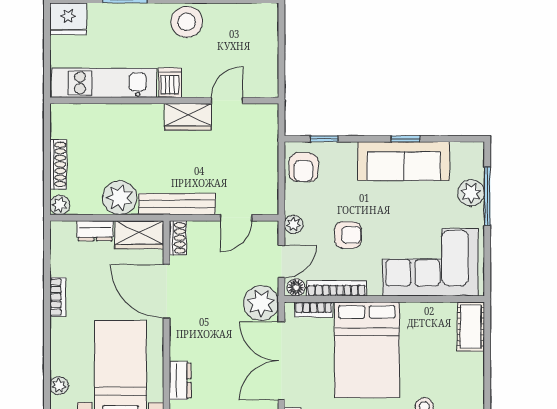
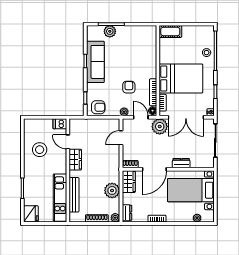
stool: (187, 22) -> (40, 150), moved
dishwasher: (170, 83) -> (60, 124), moved
bench: (177, 204) -> (74, 195), moved
door: (236, 218) -> (121, 138), swing flipped
dresser: (95, 231) -> (127, 213), moved
corner sofa: (430, 262) -> (141, 50), removed
dresser: (180, 380) -> (181, 163), moved

